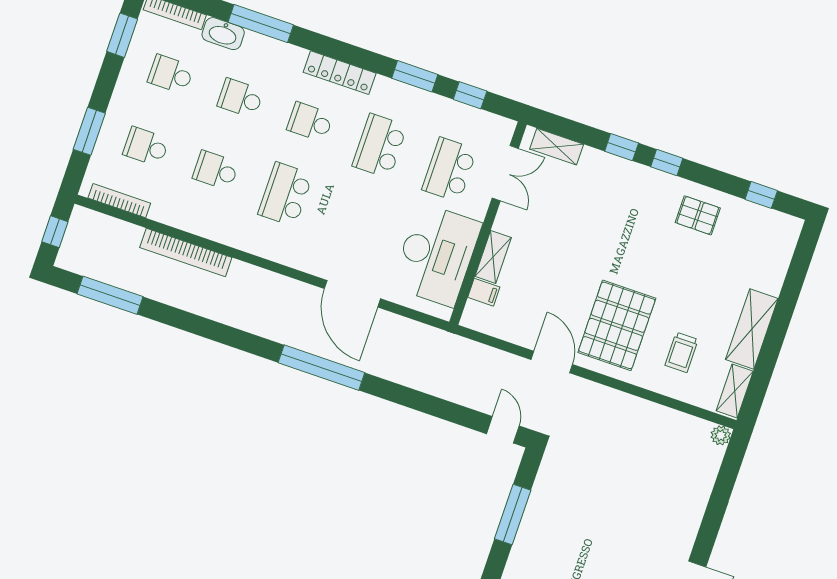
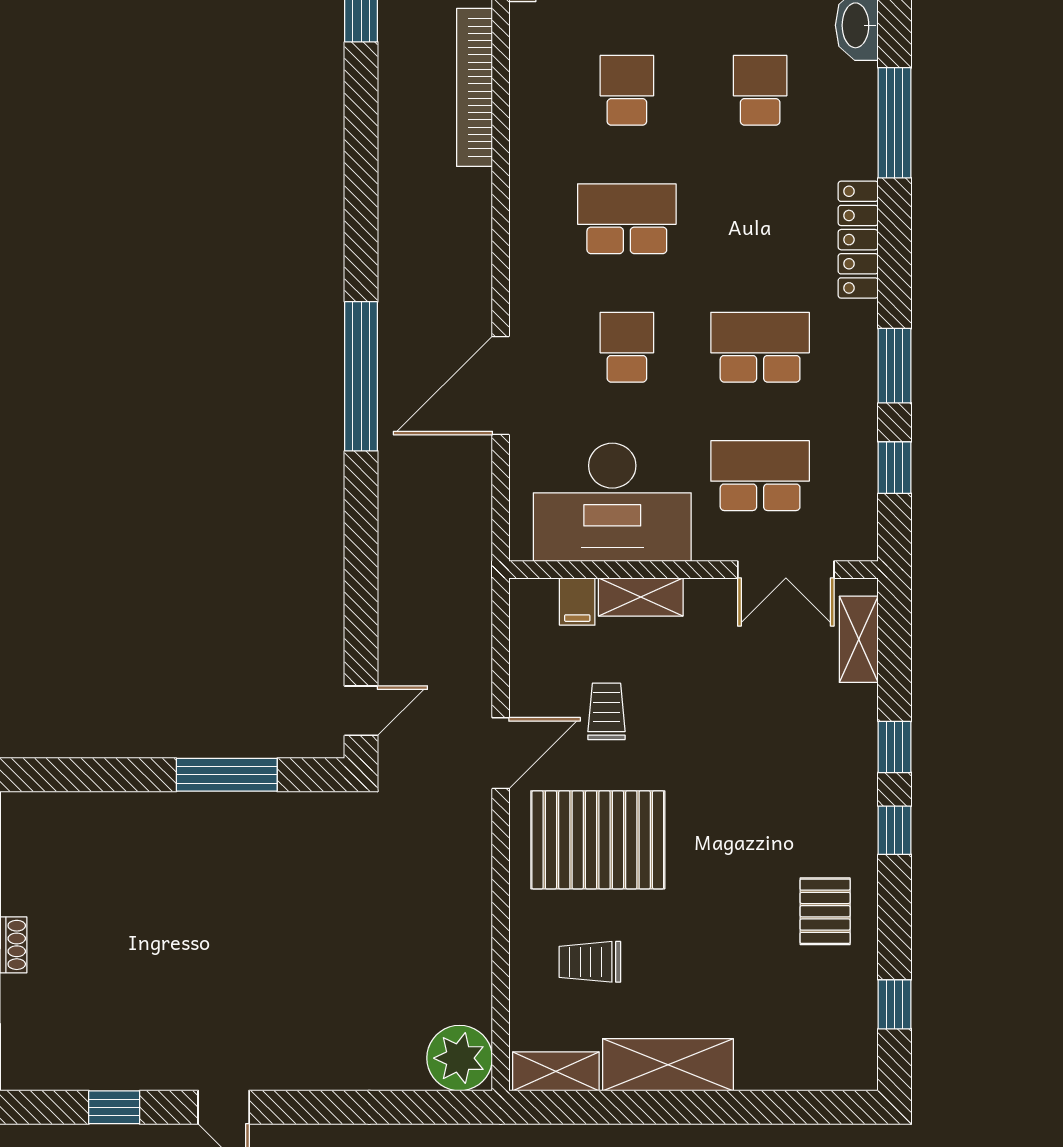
window: (261, 24) -> (895, 123), moved
school desk: (310, 122) -> (627, 347), moved
trolley: (549, 297) -> (606, 711), added
plant: (721, 435) -> (460, 1058), width x1.87, depth x1.87

